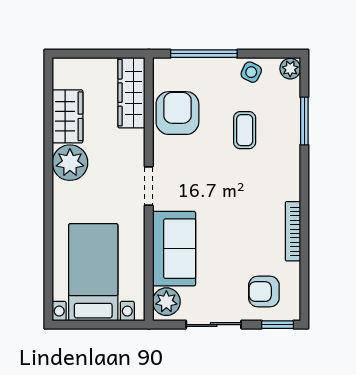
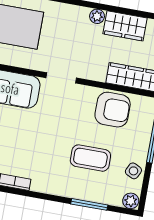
coffee table: (245, 130) -> (90, 158), width x1.36, depth x1.30
plant: (70, 163) -> (97, 16), width x0.53, depth x0.53

